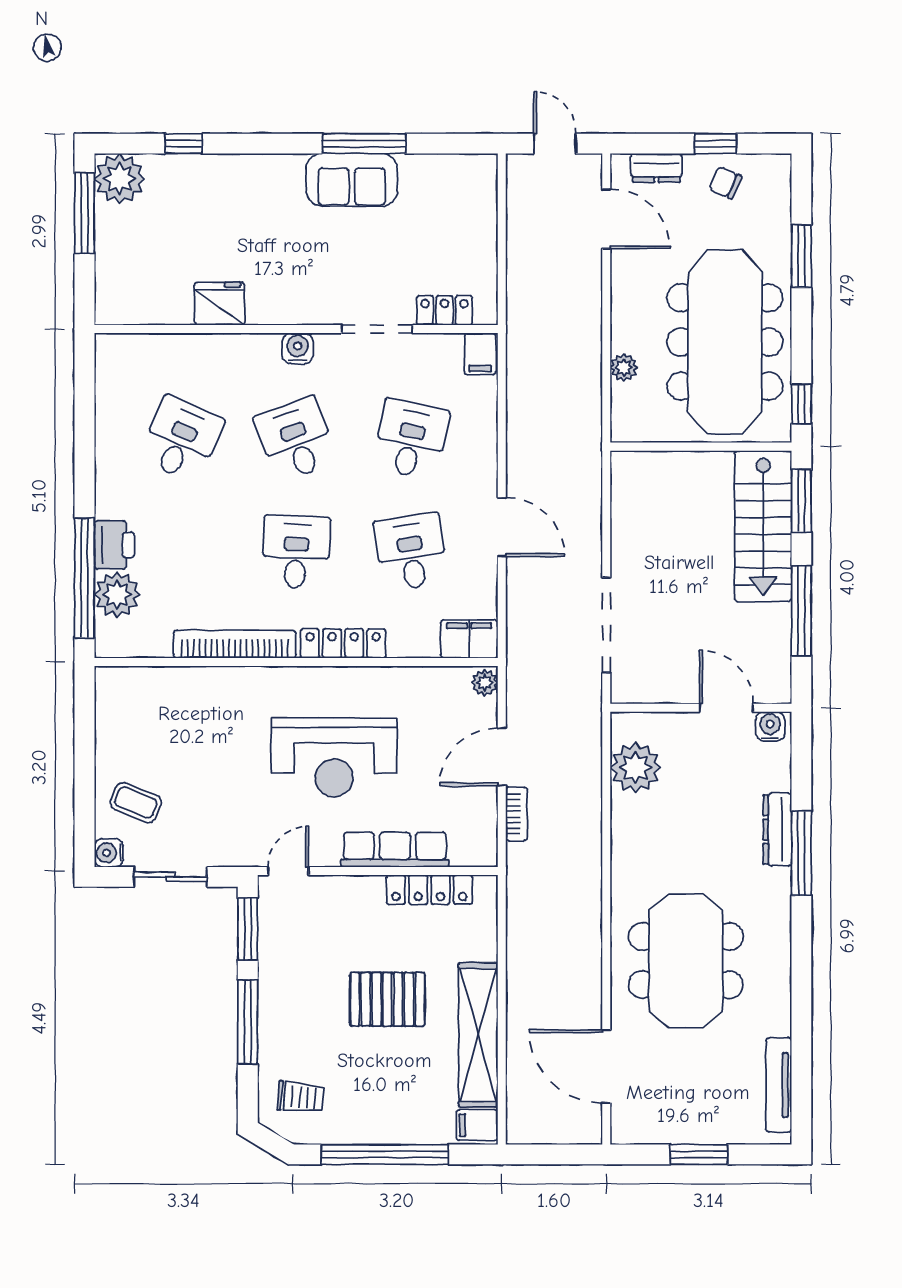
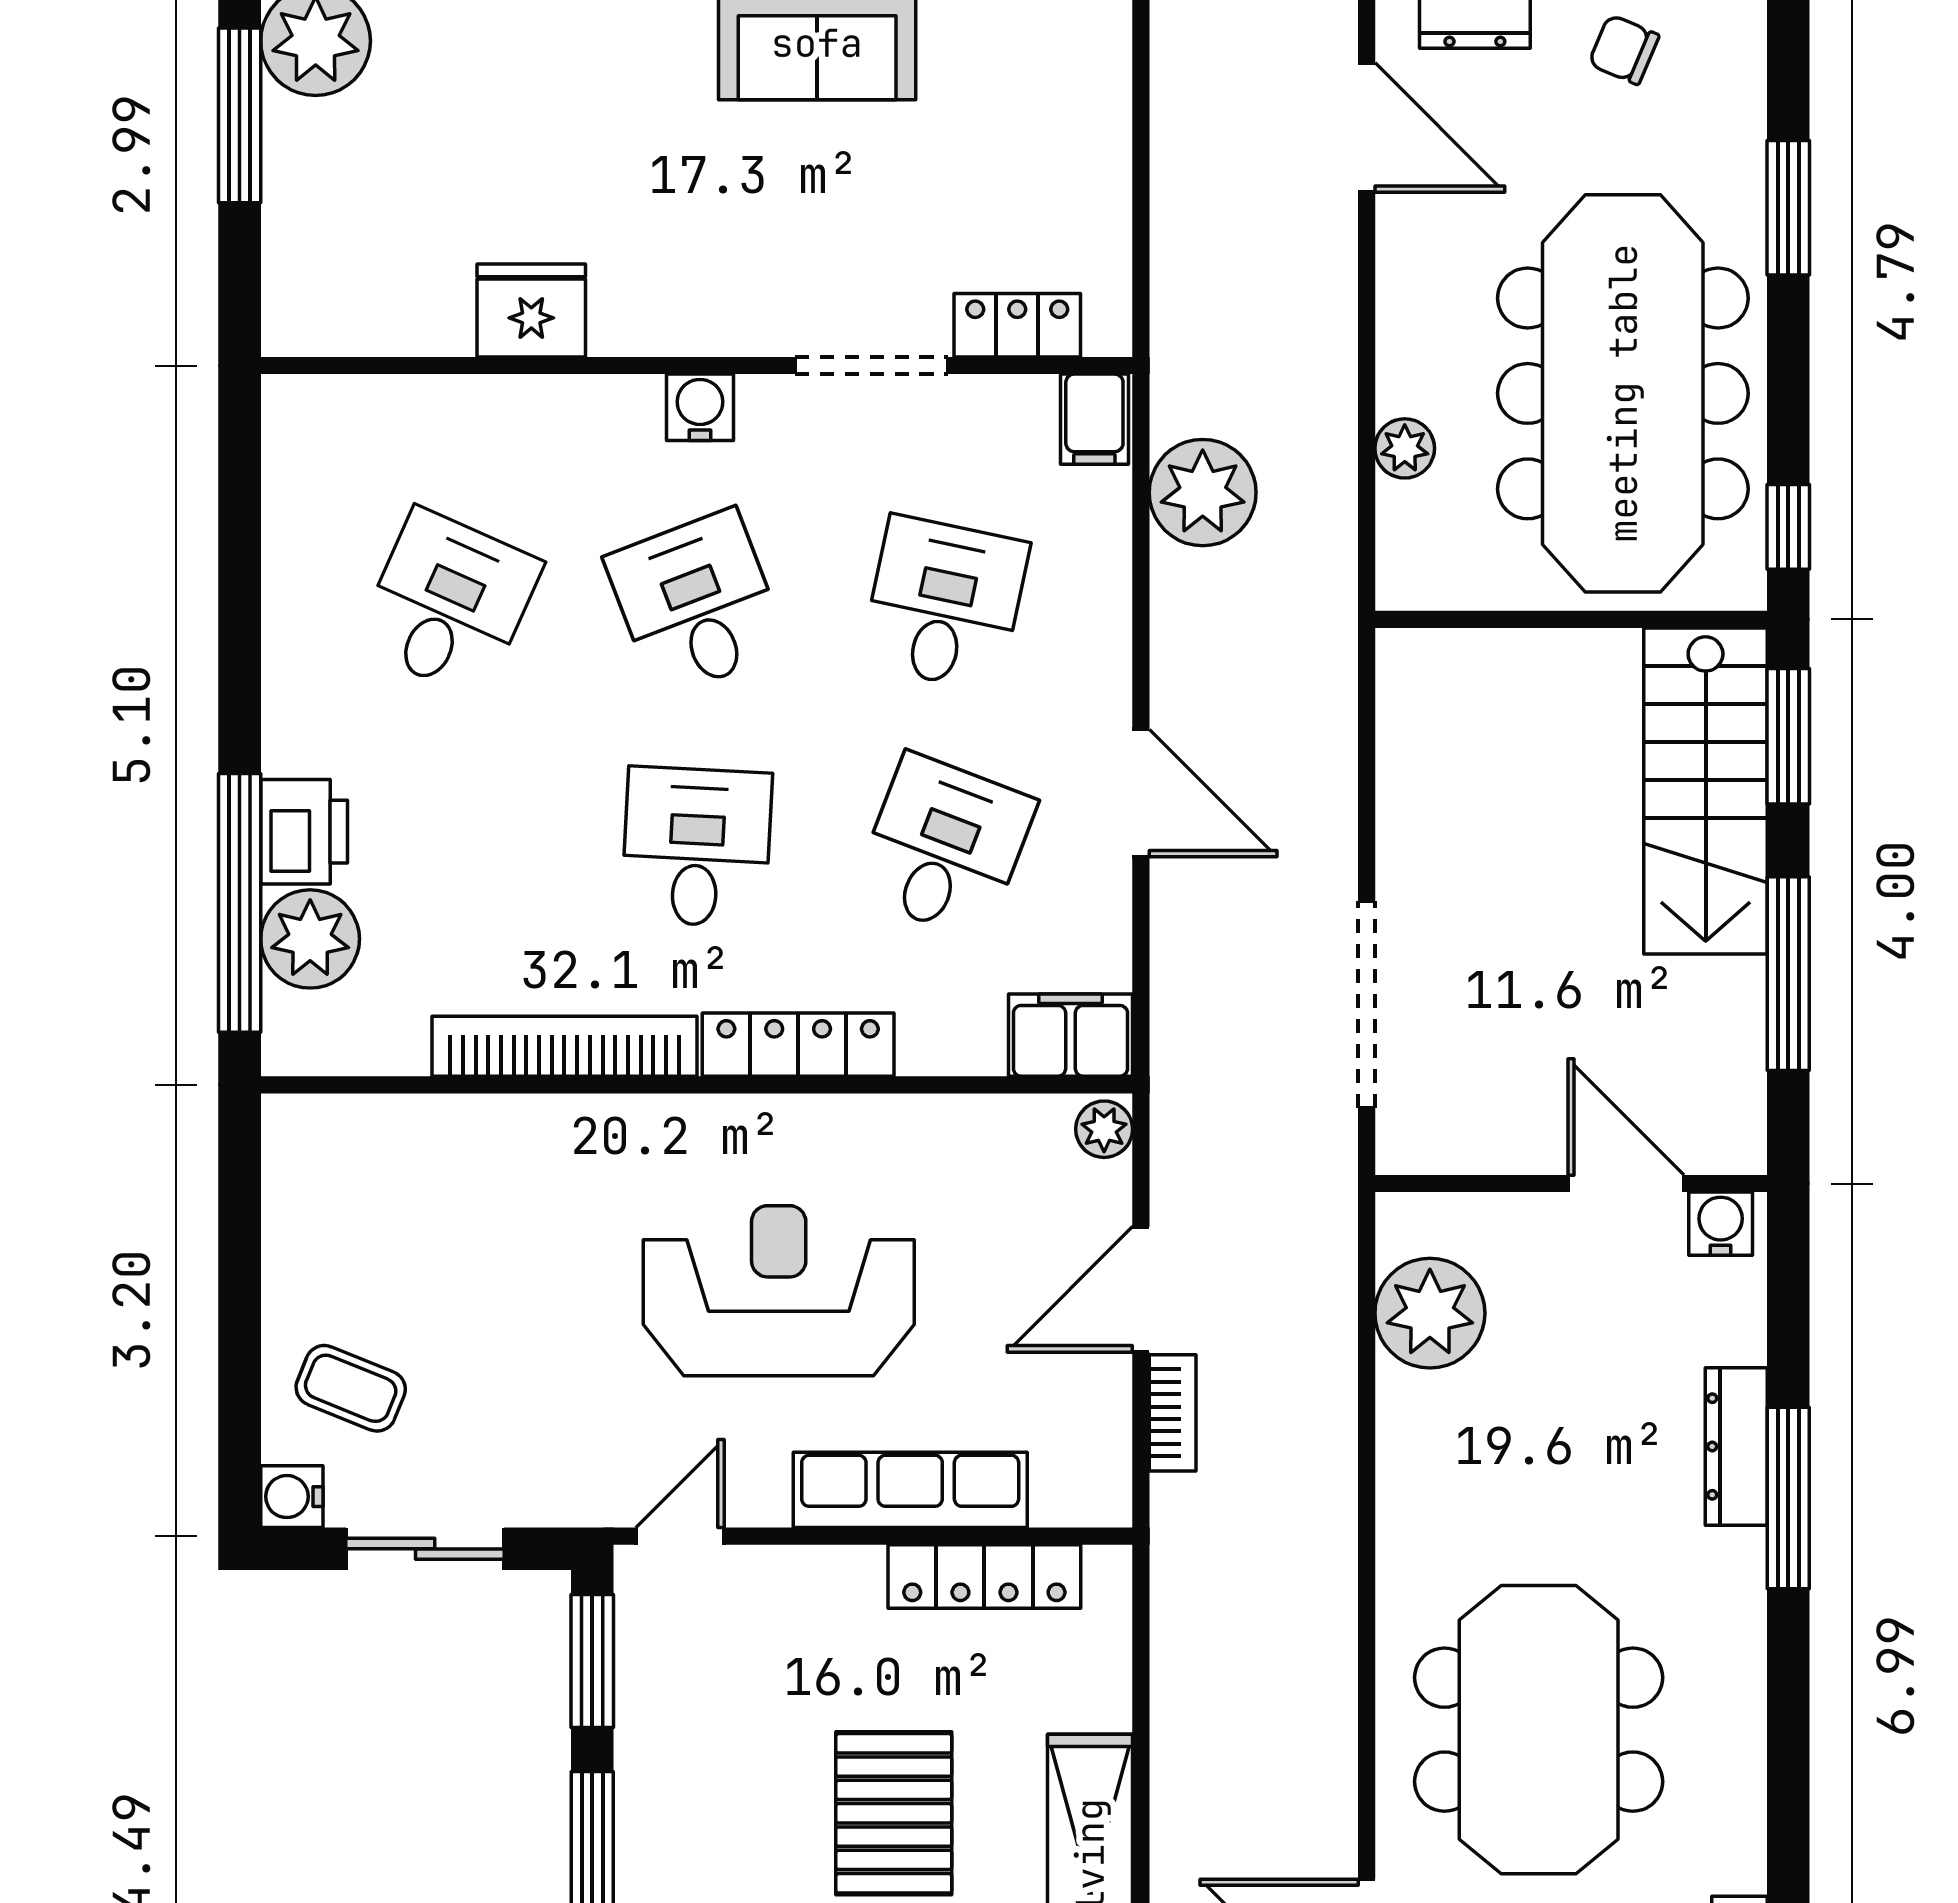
plant: (530, 388) -> (1203, 493), added
desk: (411, 552) -> (945, 847), turned 30
reception desk: (334, 757) -> (779, 1291), turned 180
pallet: (387, 999) -> (894, 1813), turned 90

